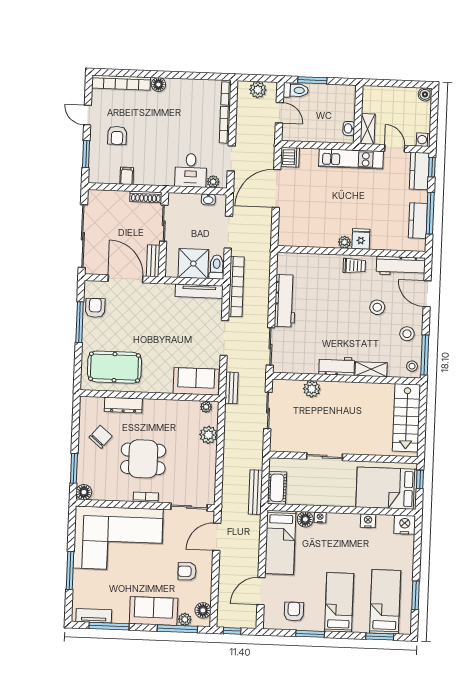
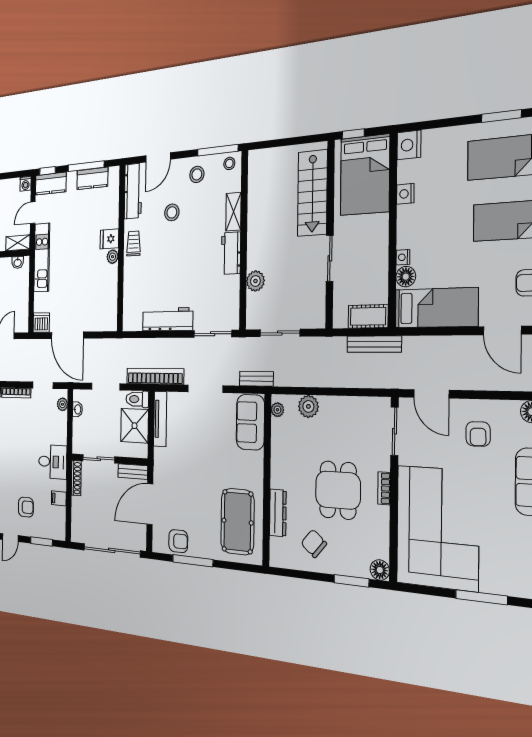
desk: (191, 170) -> (53, 462), moved
armchair: (95, 308) -> (178, 541), turned 180
stairs: (406, 418) -> (312, 193), moved, turned 90

